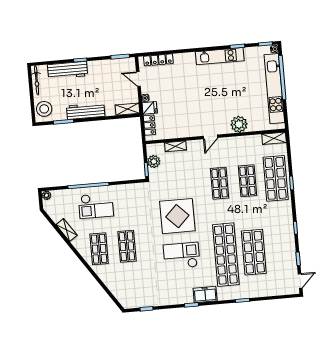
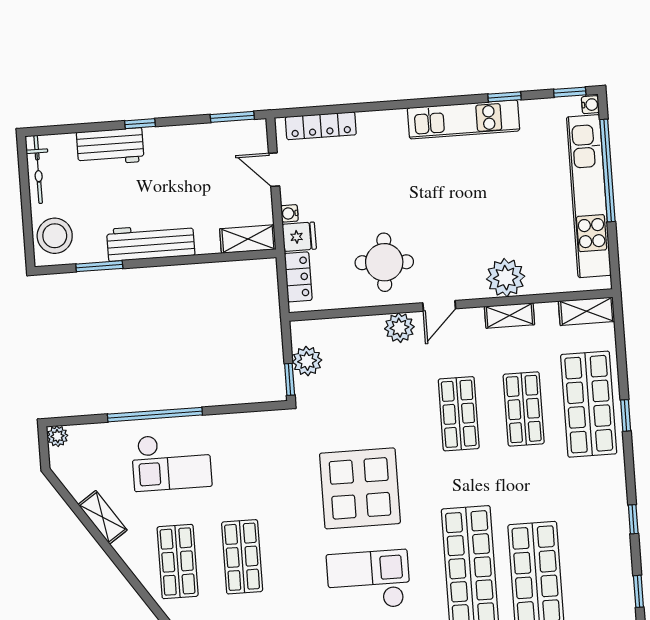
workbench: (68, 70) -> (110, 147), width x0.73
round table: (186, 118) -> (384, 262), added
shelving: (175, 146) -> (509, 316), moved
plant: (193, 146) -> (399, 328), added

